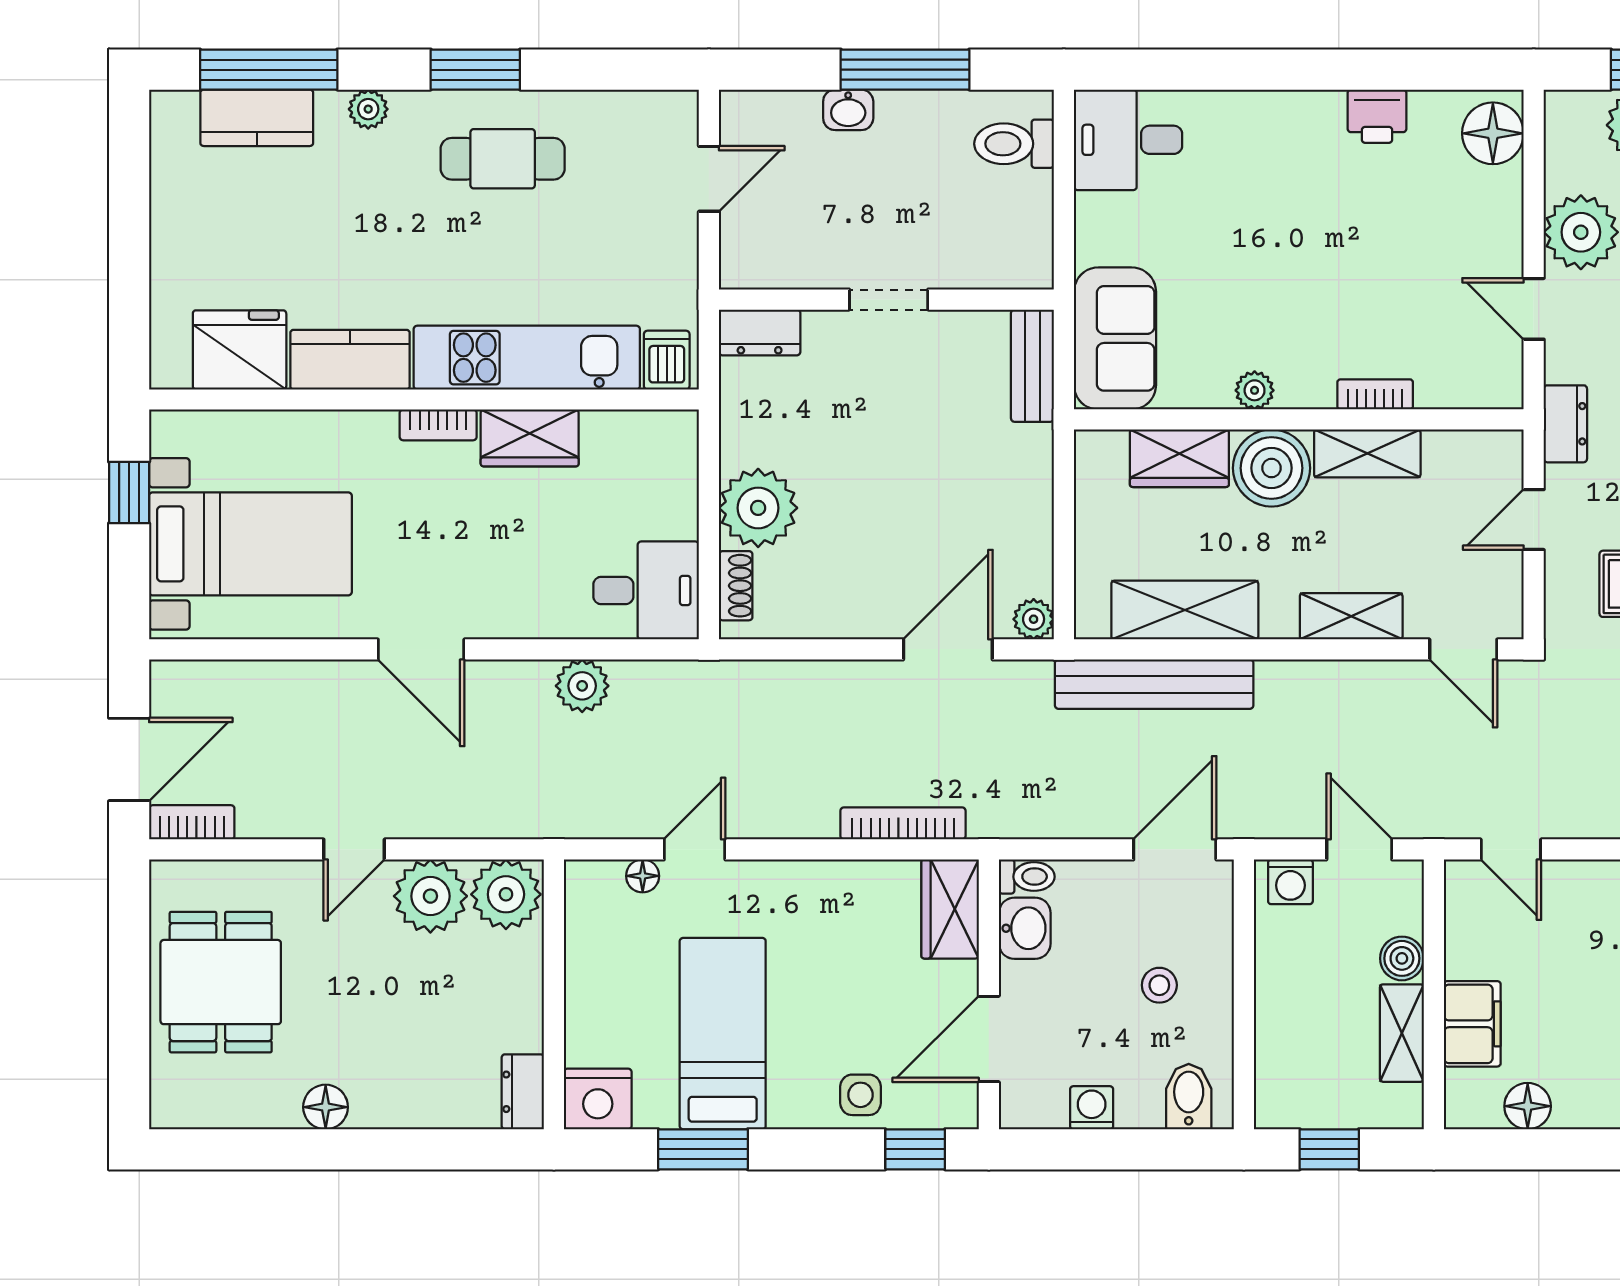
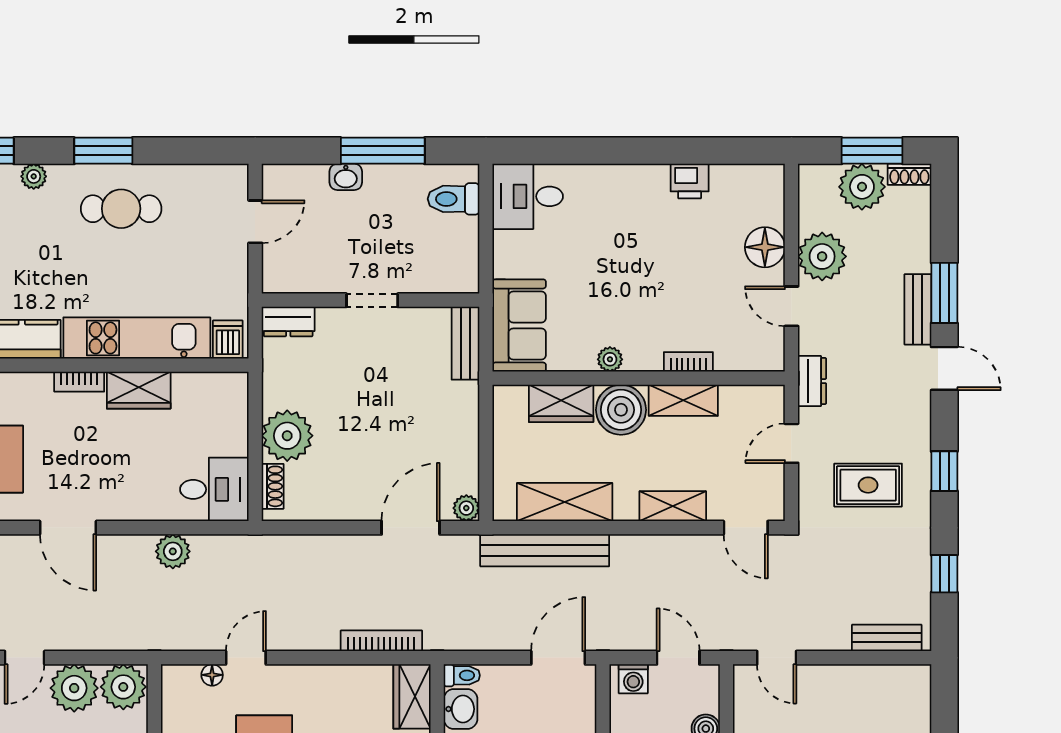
floor lamp: (1493, 133) -> (765, 247), moved

